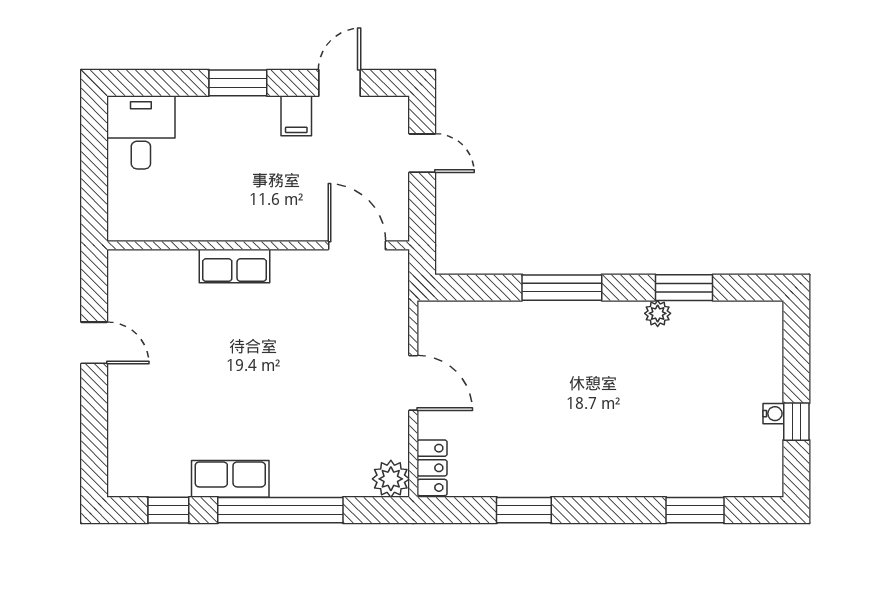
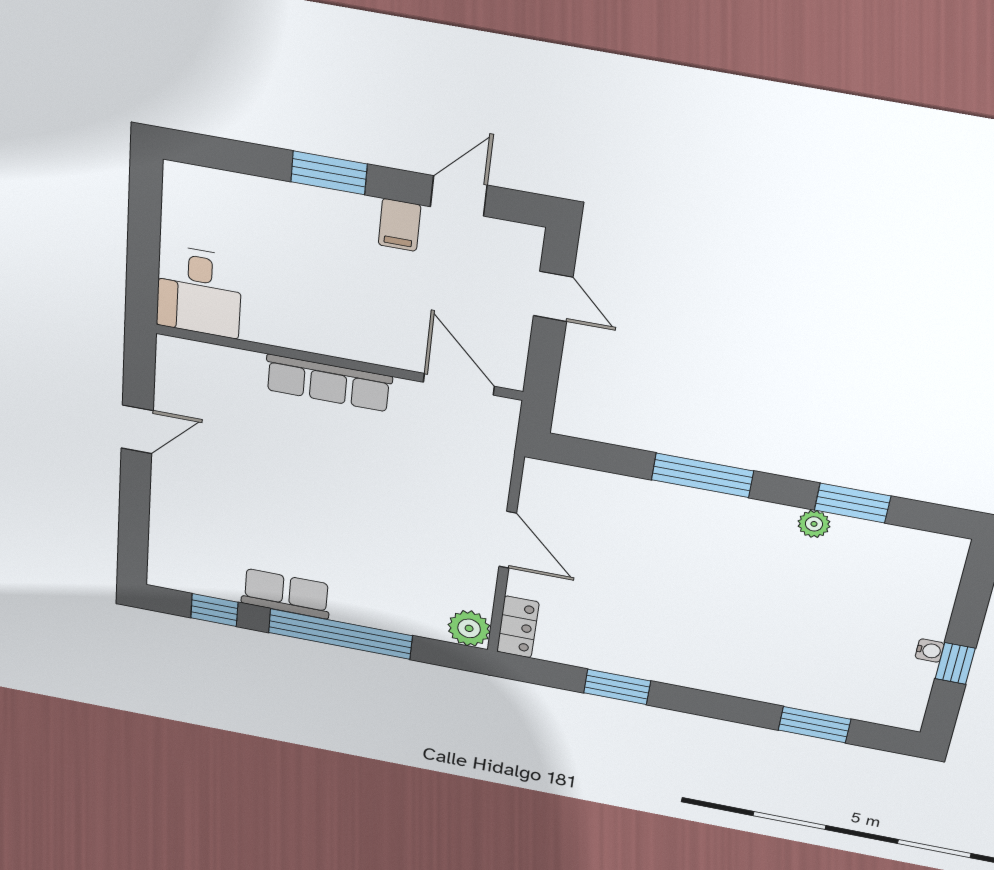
desk: (141, 132) -> (199, 292), moved, turned 180
row of seats: (234, 266) -> (328, 383), width x1.48
door: (94, 343) -> (137, 429), hinge flipped

